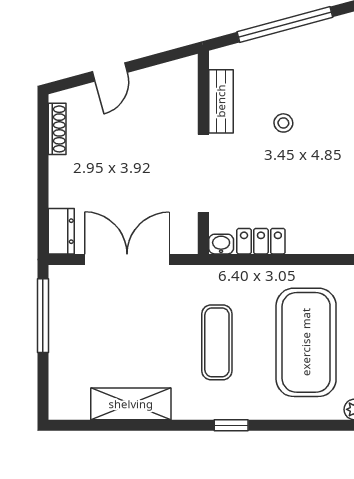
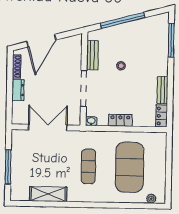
door: (110, 72) -> (41, 41), width x1.87
dresser: (61, 231) -> (18, 90), moved
locker: (261, 241) -> (120, 120), moved
window: (43, 316) -> (8, 167), moved
window: (231, 425) -> (94, 205), removed

